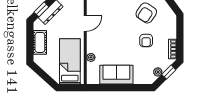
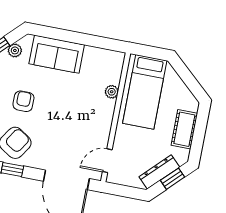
door: (85, 23) -> (107, 161), moved
sofa: (116, 75) -> (57, 54), moved

